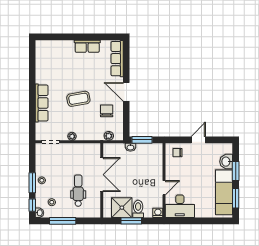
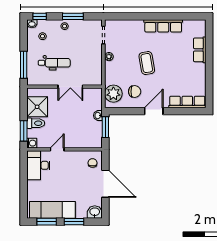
row of seats: (87, 46) -> (200, 50), moved
row of seats: (42, 103) -> (163, 26), moved
plant: (109, 136) -> (113, 94), width x1.88, depth x1.88
door: (198, 140) -> (105, 184), width x1.88
washbasin: (226, 162) -> (95, 212), moved
double door: (102, 175) -> (70, 87), width x0.73
window: (32, 183) -> (73, 16), moved
door: (164, 188) -> (57, 149), swing flipped
window: (63, 221) -> (24, 65), moved
window: (131, 221) -> (24, 131), moved

